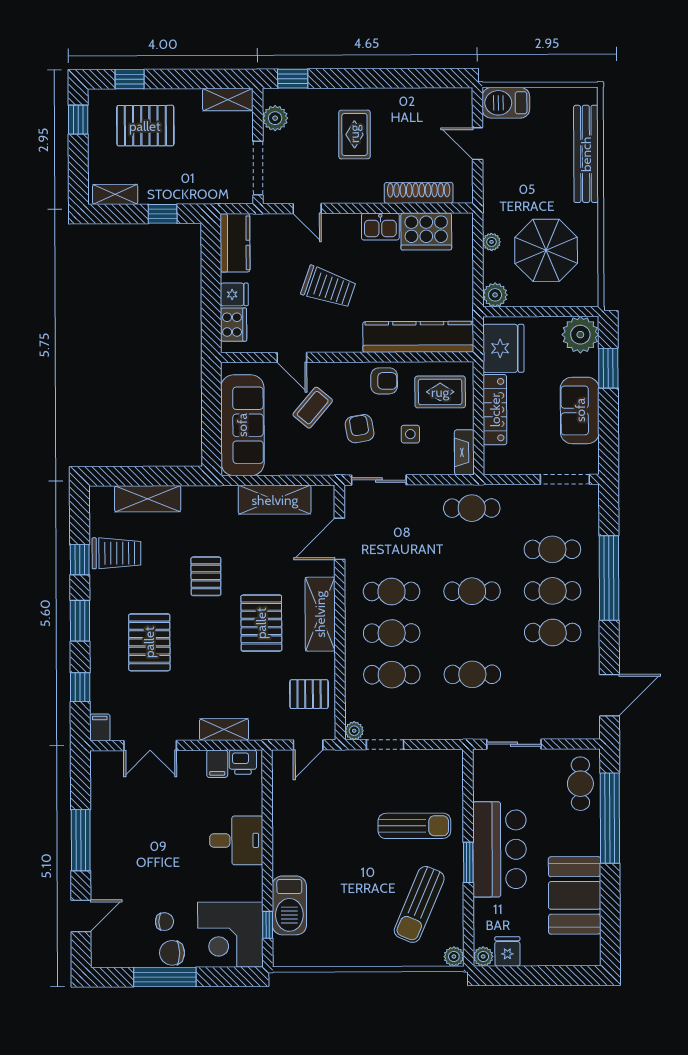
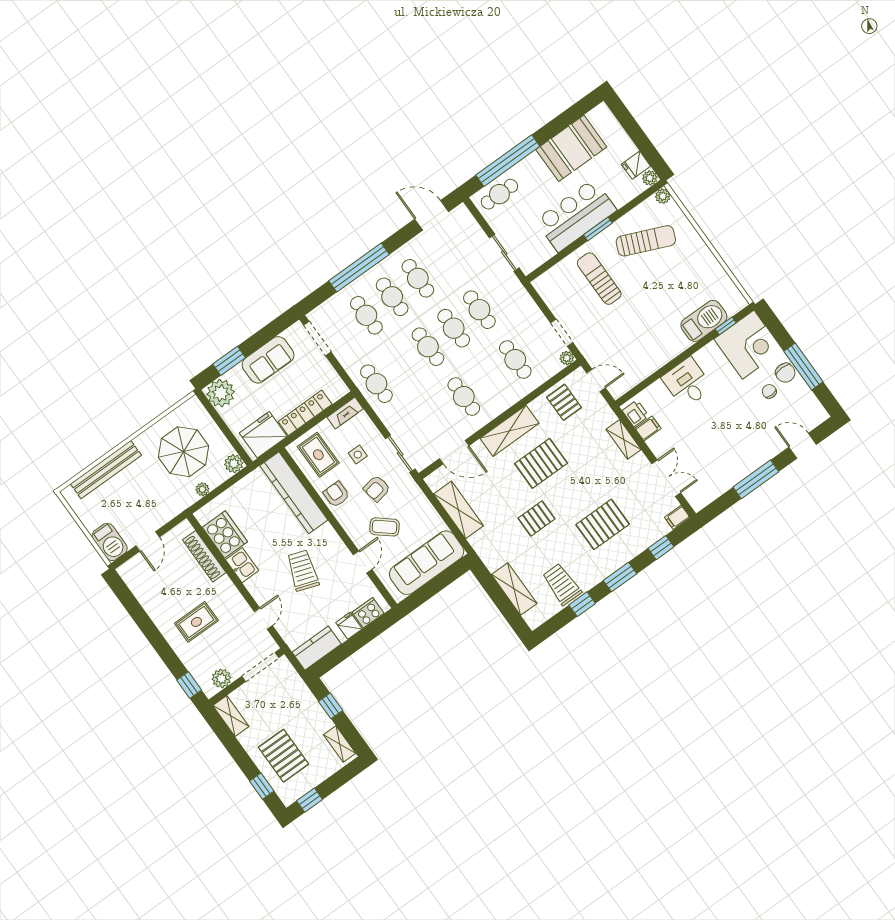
cafe table: (392, 633) -> (454, 328), moved

